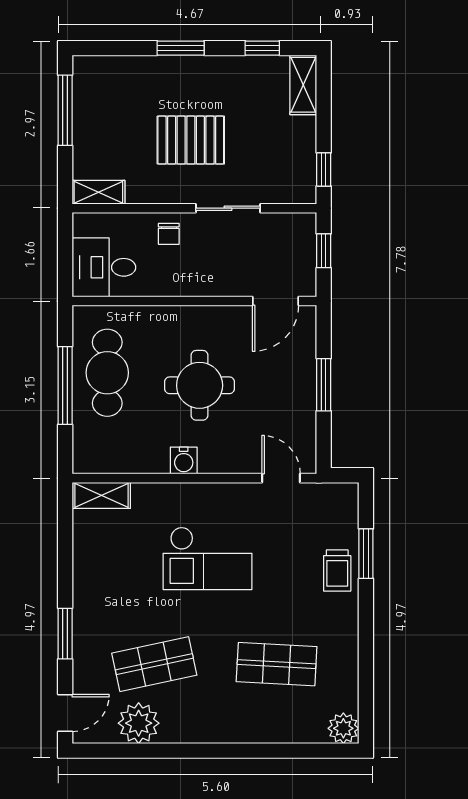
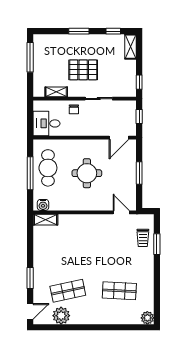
shelving: (98, 192) -> (56, 92), moved
water cooler: (184, 460) -> (43, 205), moved
checkout: (207, 558) -> (90, 246), removed
trolley: (337, 571) -> (143, 238), moved

